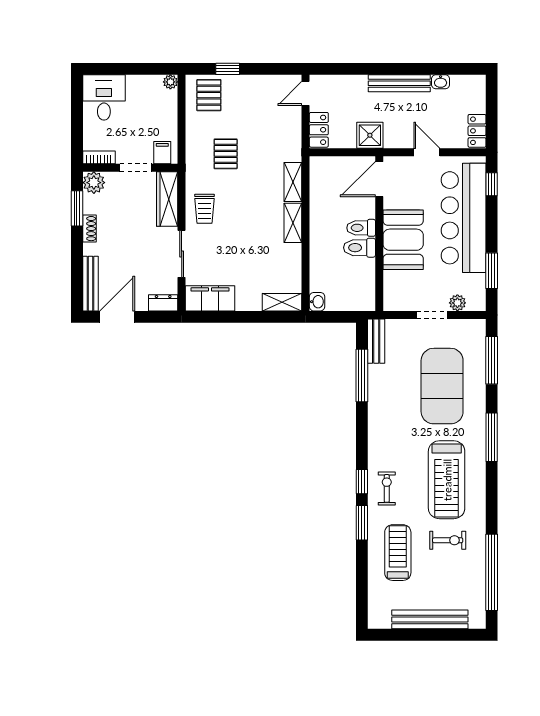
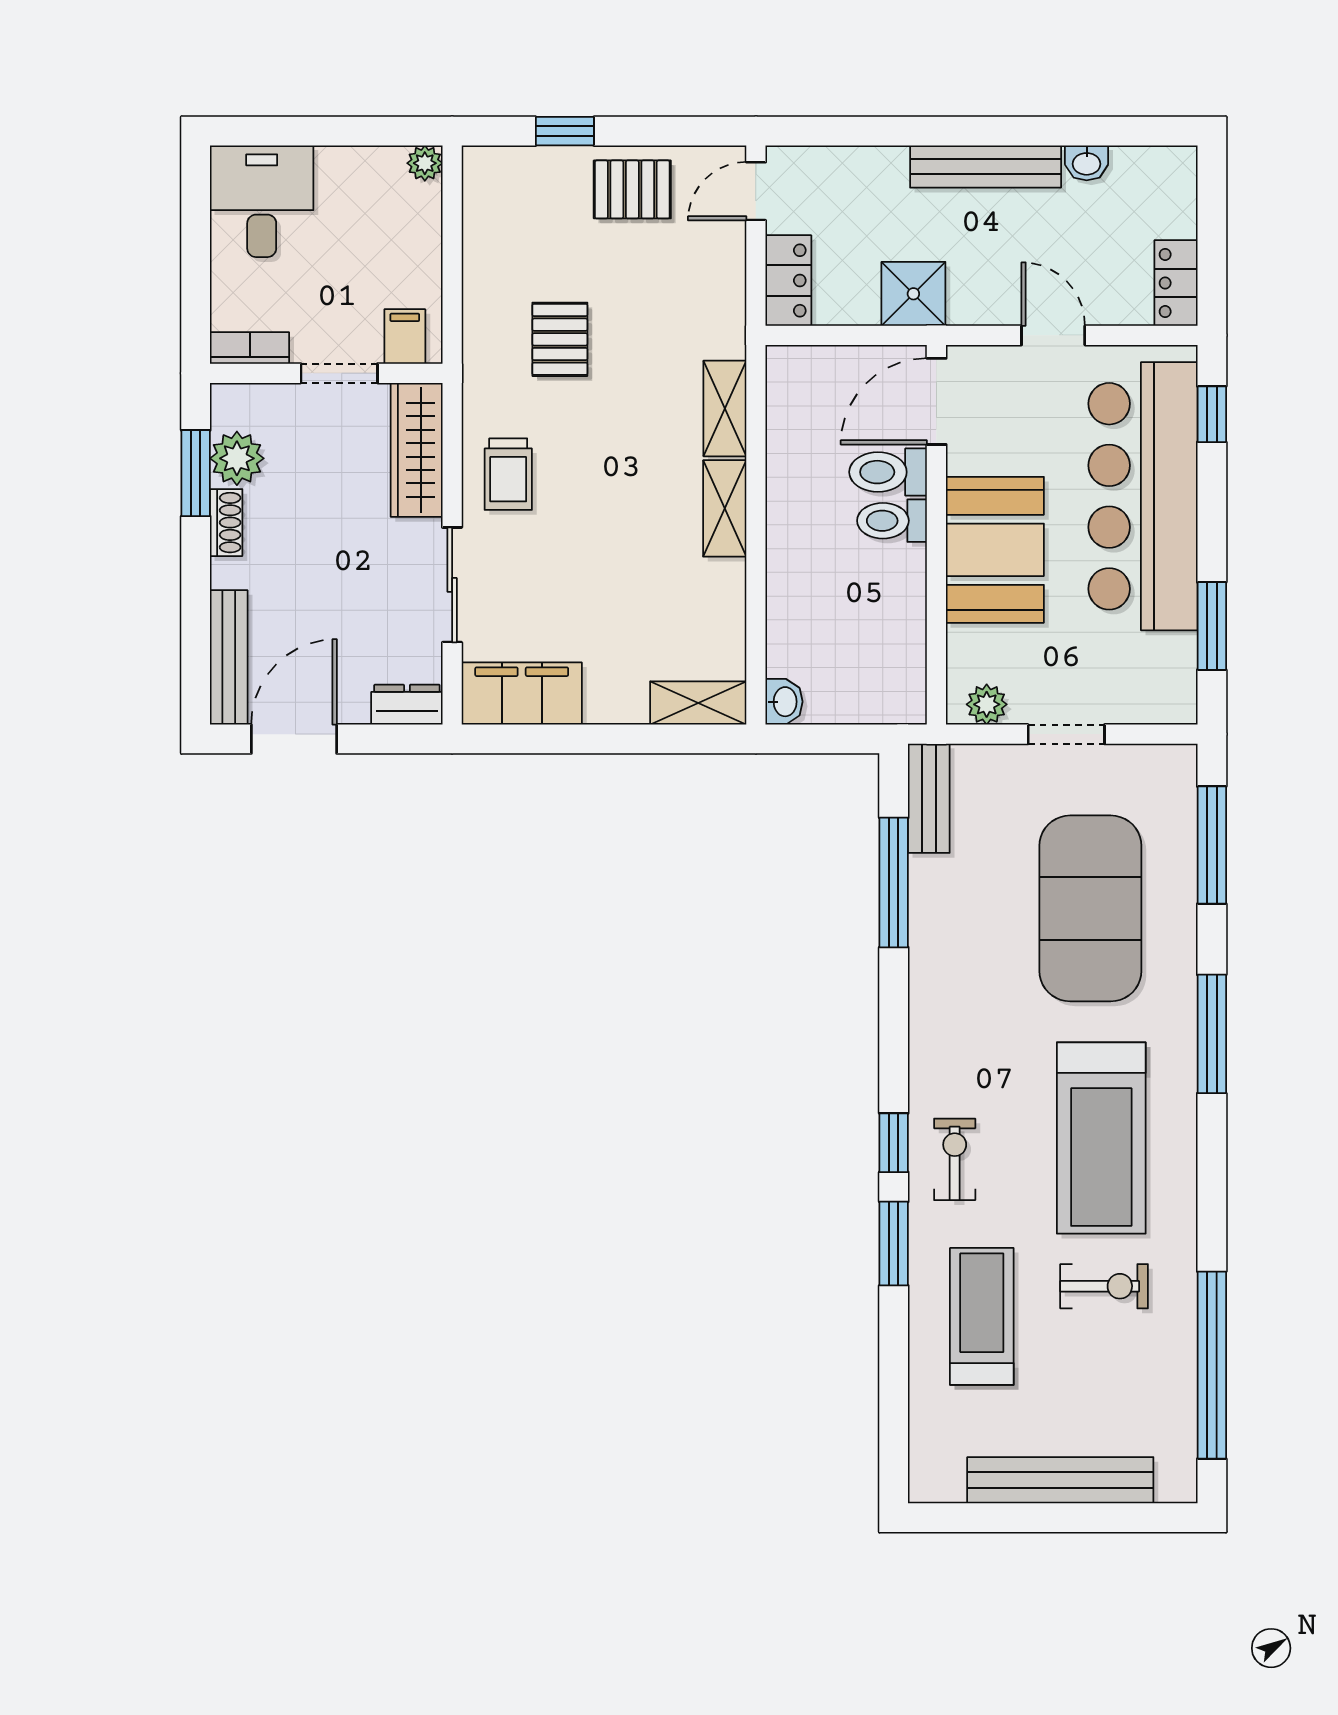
pallet: (209, 95) -> (632, 189), moved, turned 90
plant: (94, 183) -> (237, 458), moved
toilet: (360, 248) -> (888, 472), moved
plant: (457, 303) -> (987, 704), moved

